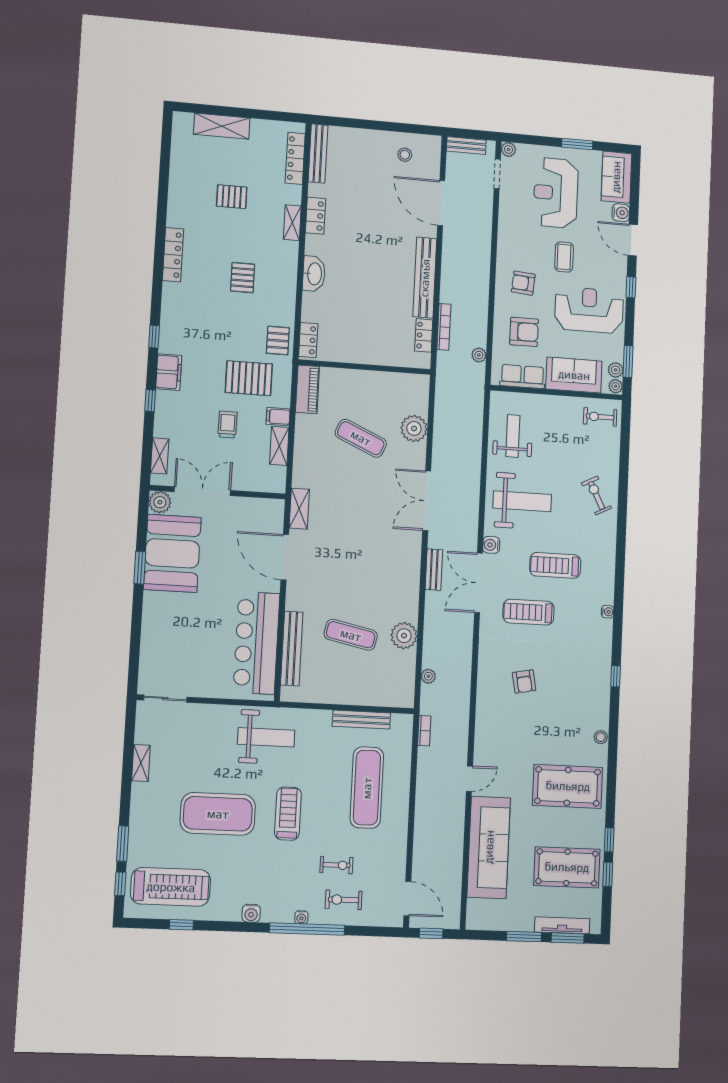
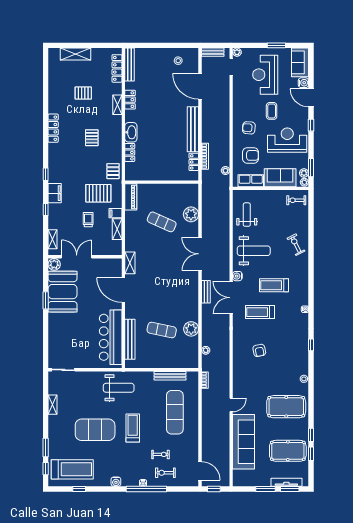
locker: (308, 340) -> (130, 152), moved

